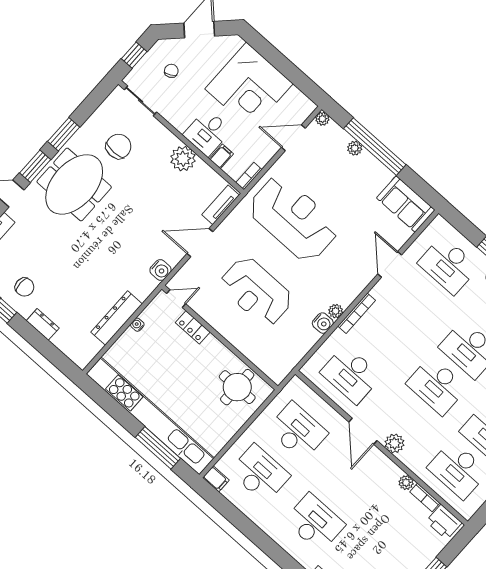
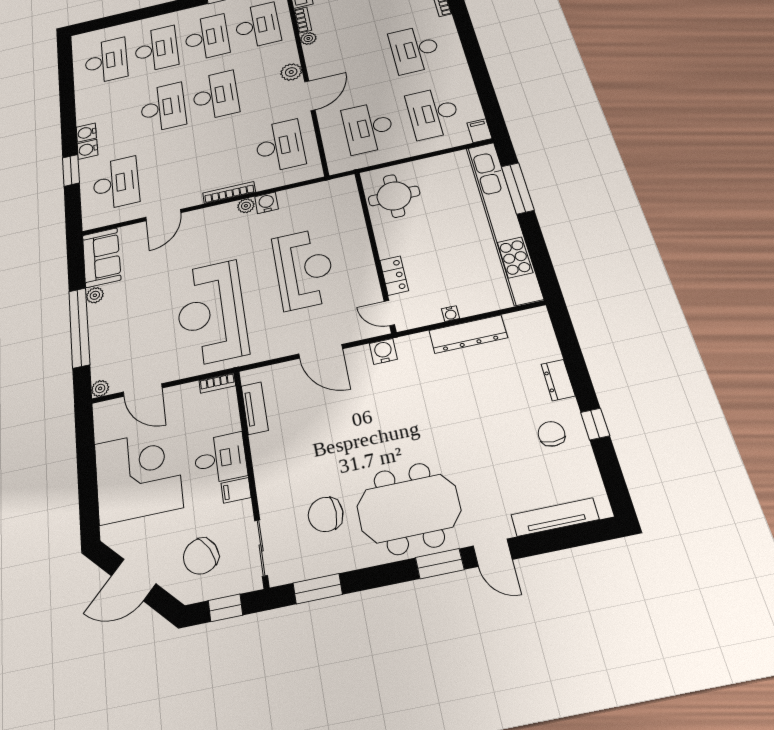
chair: (171, 71) -> (201, 556), width x1.87, depth x1.87
window: (64, 134) -> (318, 589), moved
plant: (355, 148) -> (95, 295), moved
filing cabinet: (221, 156) -> (236, 490), moved
plant: (183, 159) -> (268, 449), removed
tv unit: (220, 205) -> (255, 408), moved, turned -90

